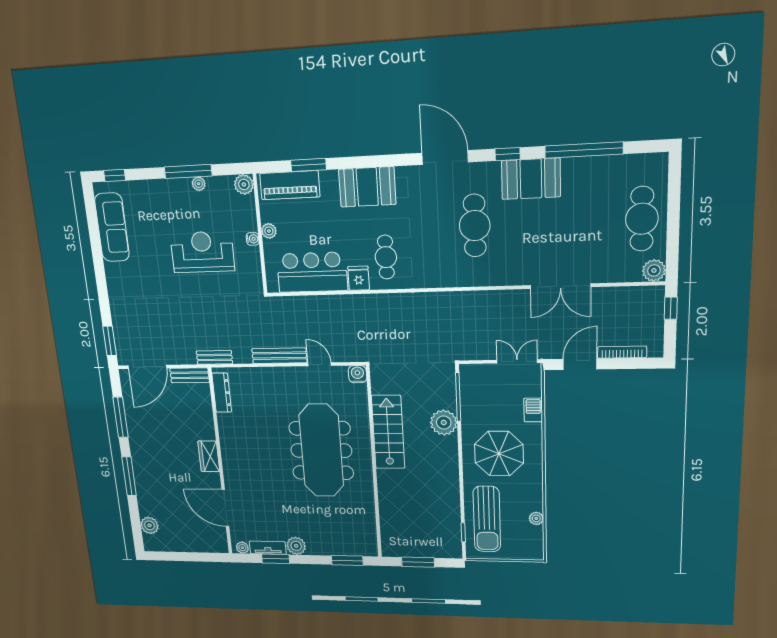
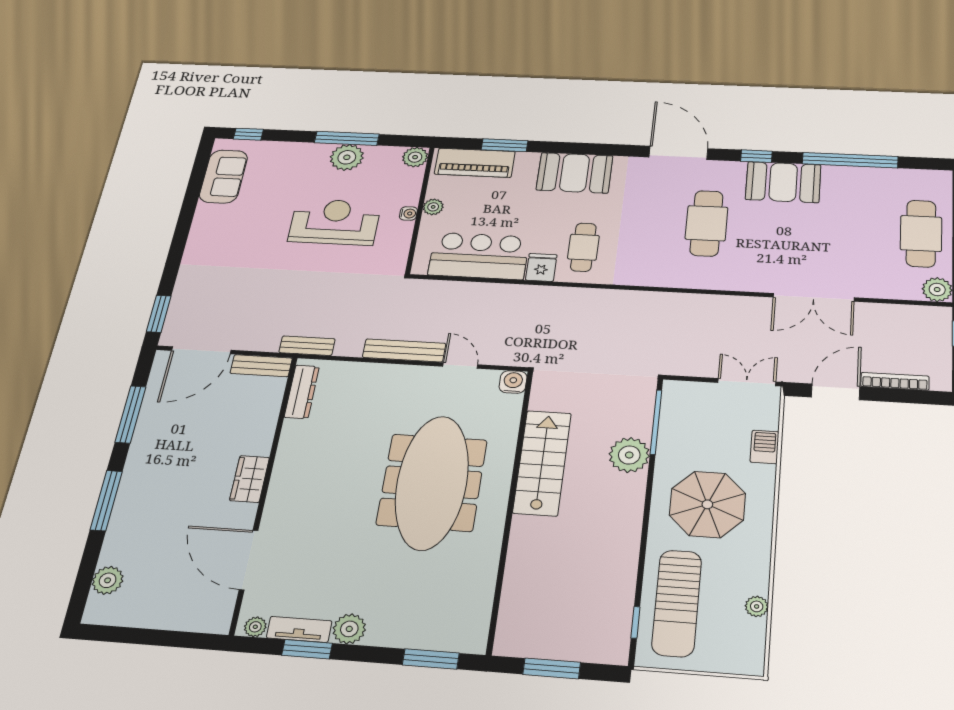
plant: (199, 184) -> (347, 157), width x1.88, depth x1.88
sofa: (112, 227) -> (223, 176), width x0.73

